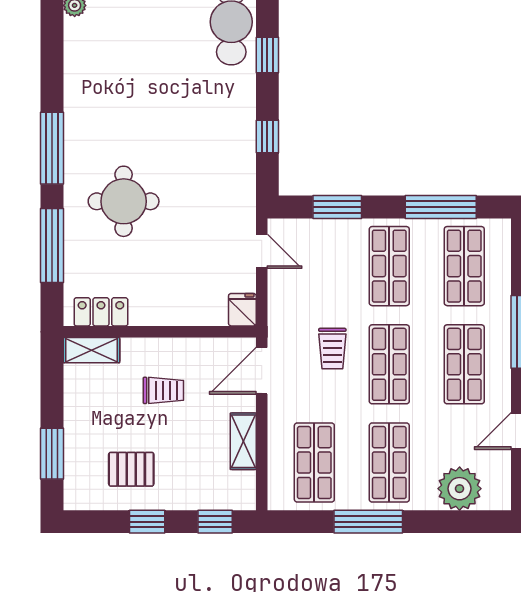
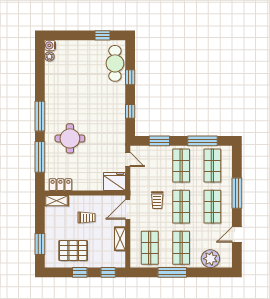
fridge: (242, 310) -> (115, 181), width x1.88, depth x1.34
pallet: (131, 469) -> (73, 251), width x1.50, depth x1.42

